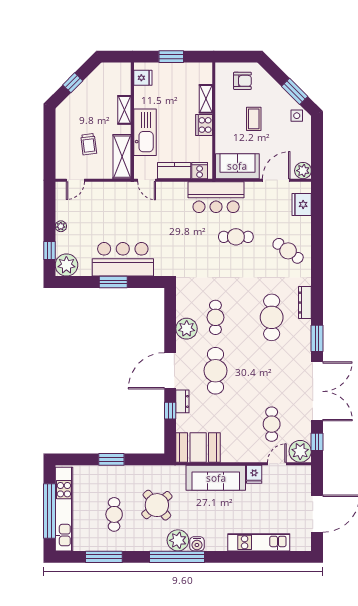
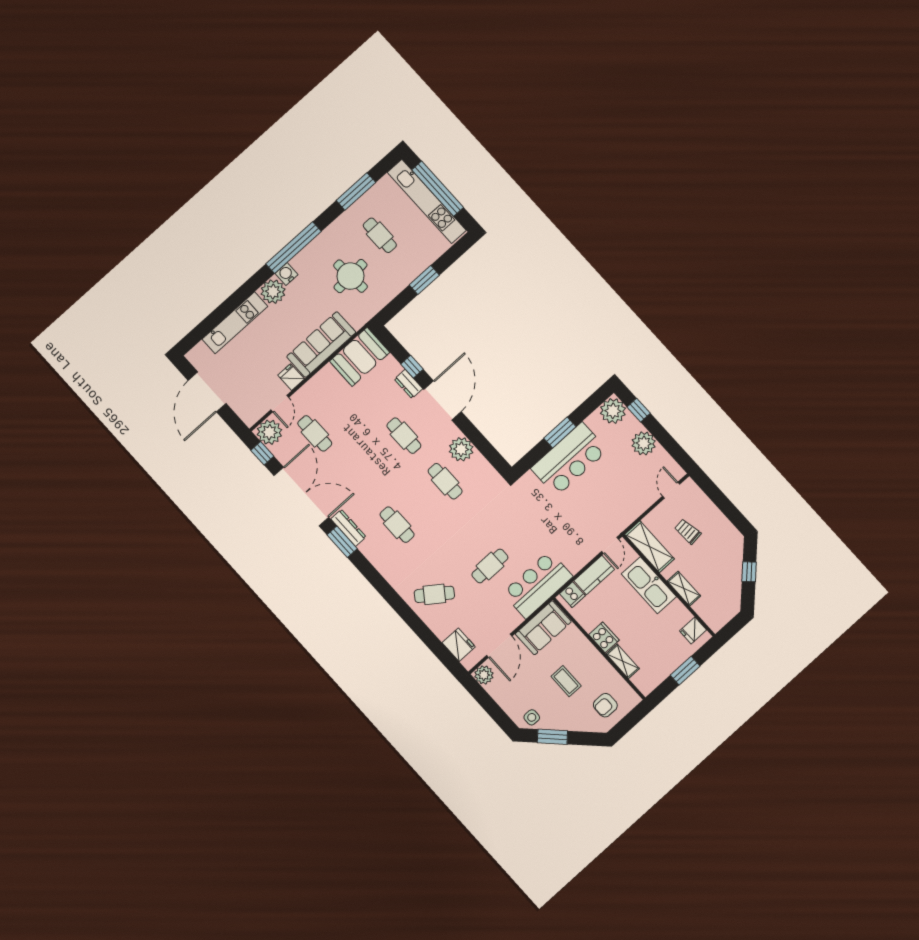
door: (147, 180) -> (610, 545), swing flipped
plant: (61, 226) -> (644, 443), width x1.88, depth x1.88
dresser: (305, 303) -> (348, 528), moved
cafe table: (272, 317) -> (397, 525), width x0.73, depth x0.74
cafe table: (215, 371) -> (404, 436), width x0.73, depth x0.74
double door: (317, 391) -> (301, 496), swing flipped
round table: (157, 505) -> (350, 276), turned 37
plant: (178, 540) -> (273, 292), moved

